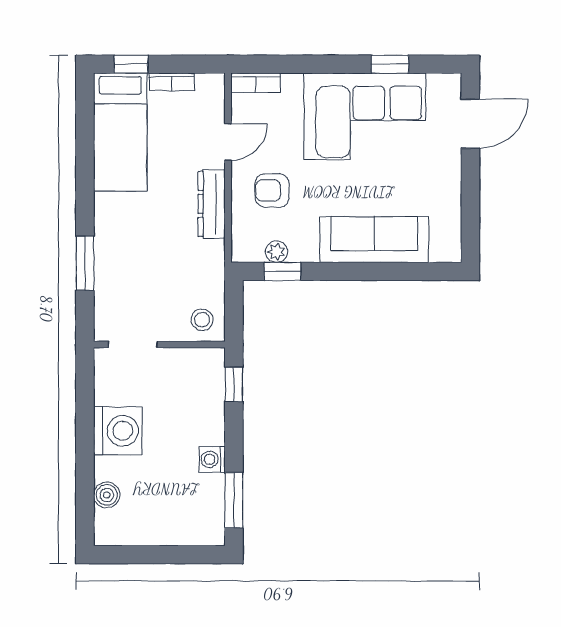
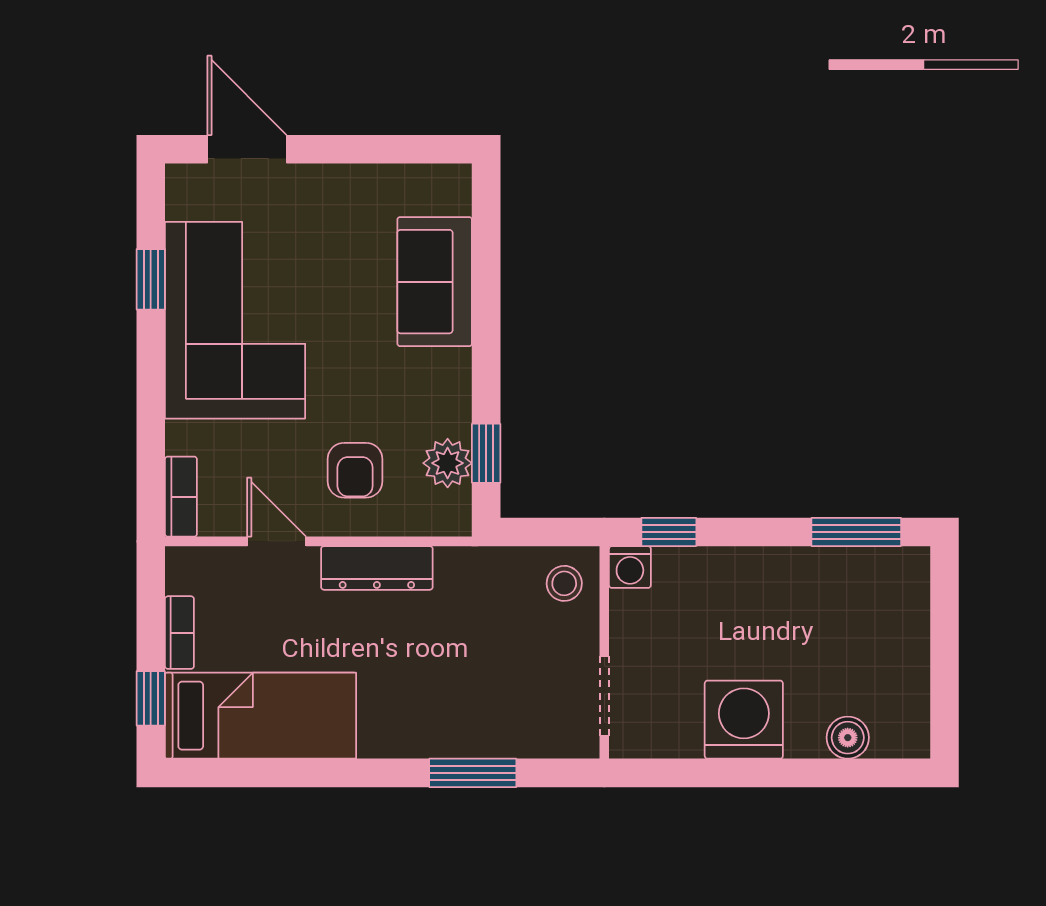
sofa: (374, 240) -> (435, 282), width x0.73
plant: (276, 252) -> (448, 463), width x1.38, depth x1.38
washing machine: (212, 459) -> (630, 567), moved

